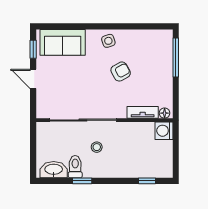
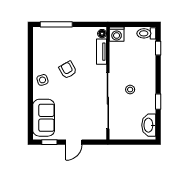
toilet: (75, 167) -> (146, 33), moved

